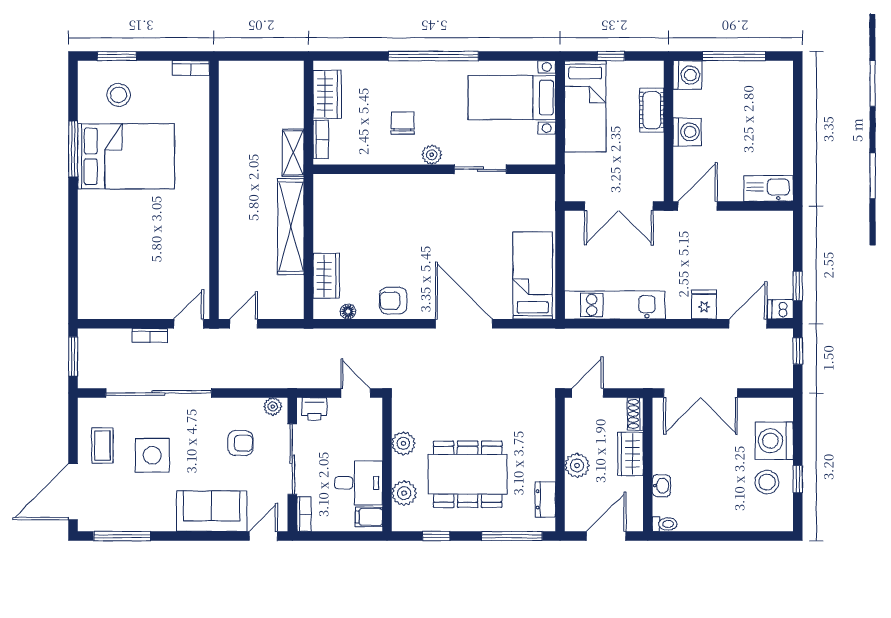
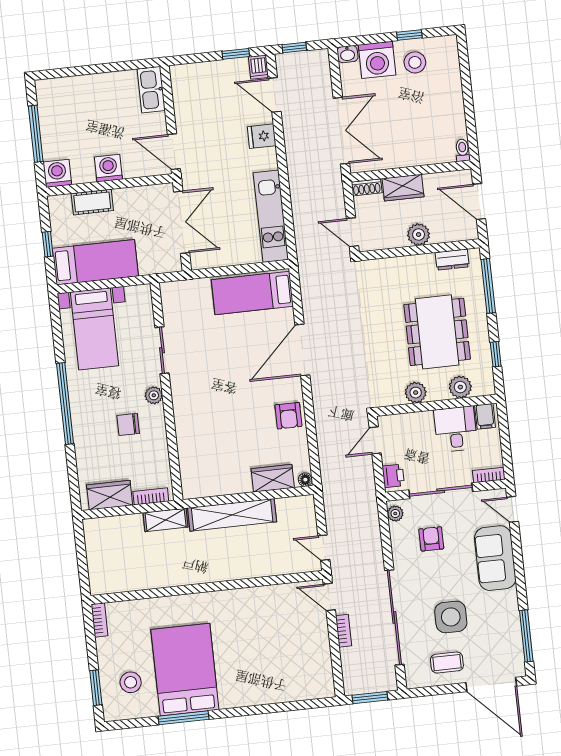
floor lamp: (348, 312) -> (305, 480), moved
washbasin: (661, 486) -> (347, 54), moved, turned 180

